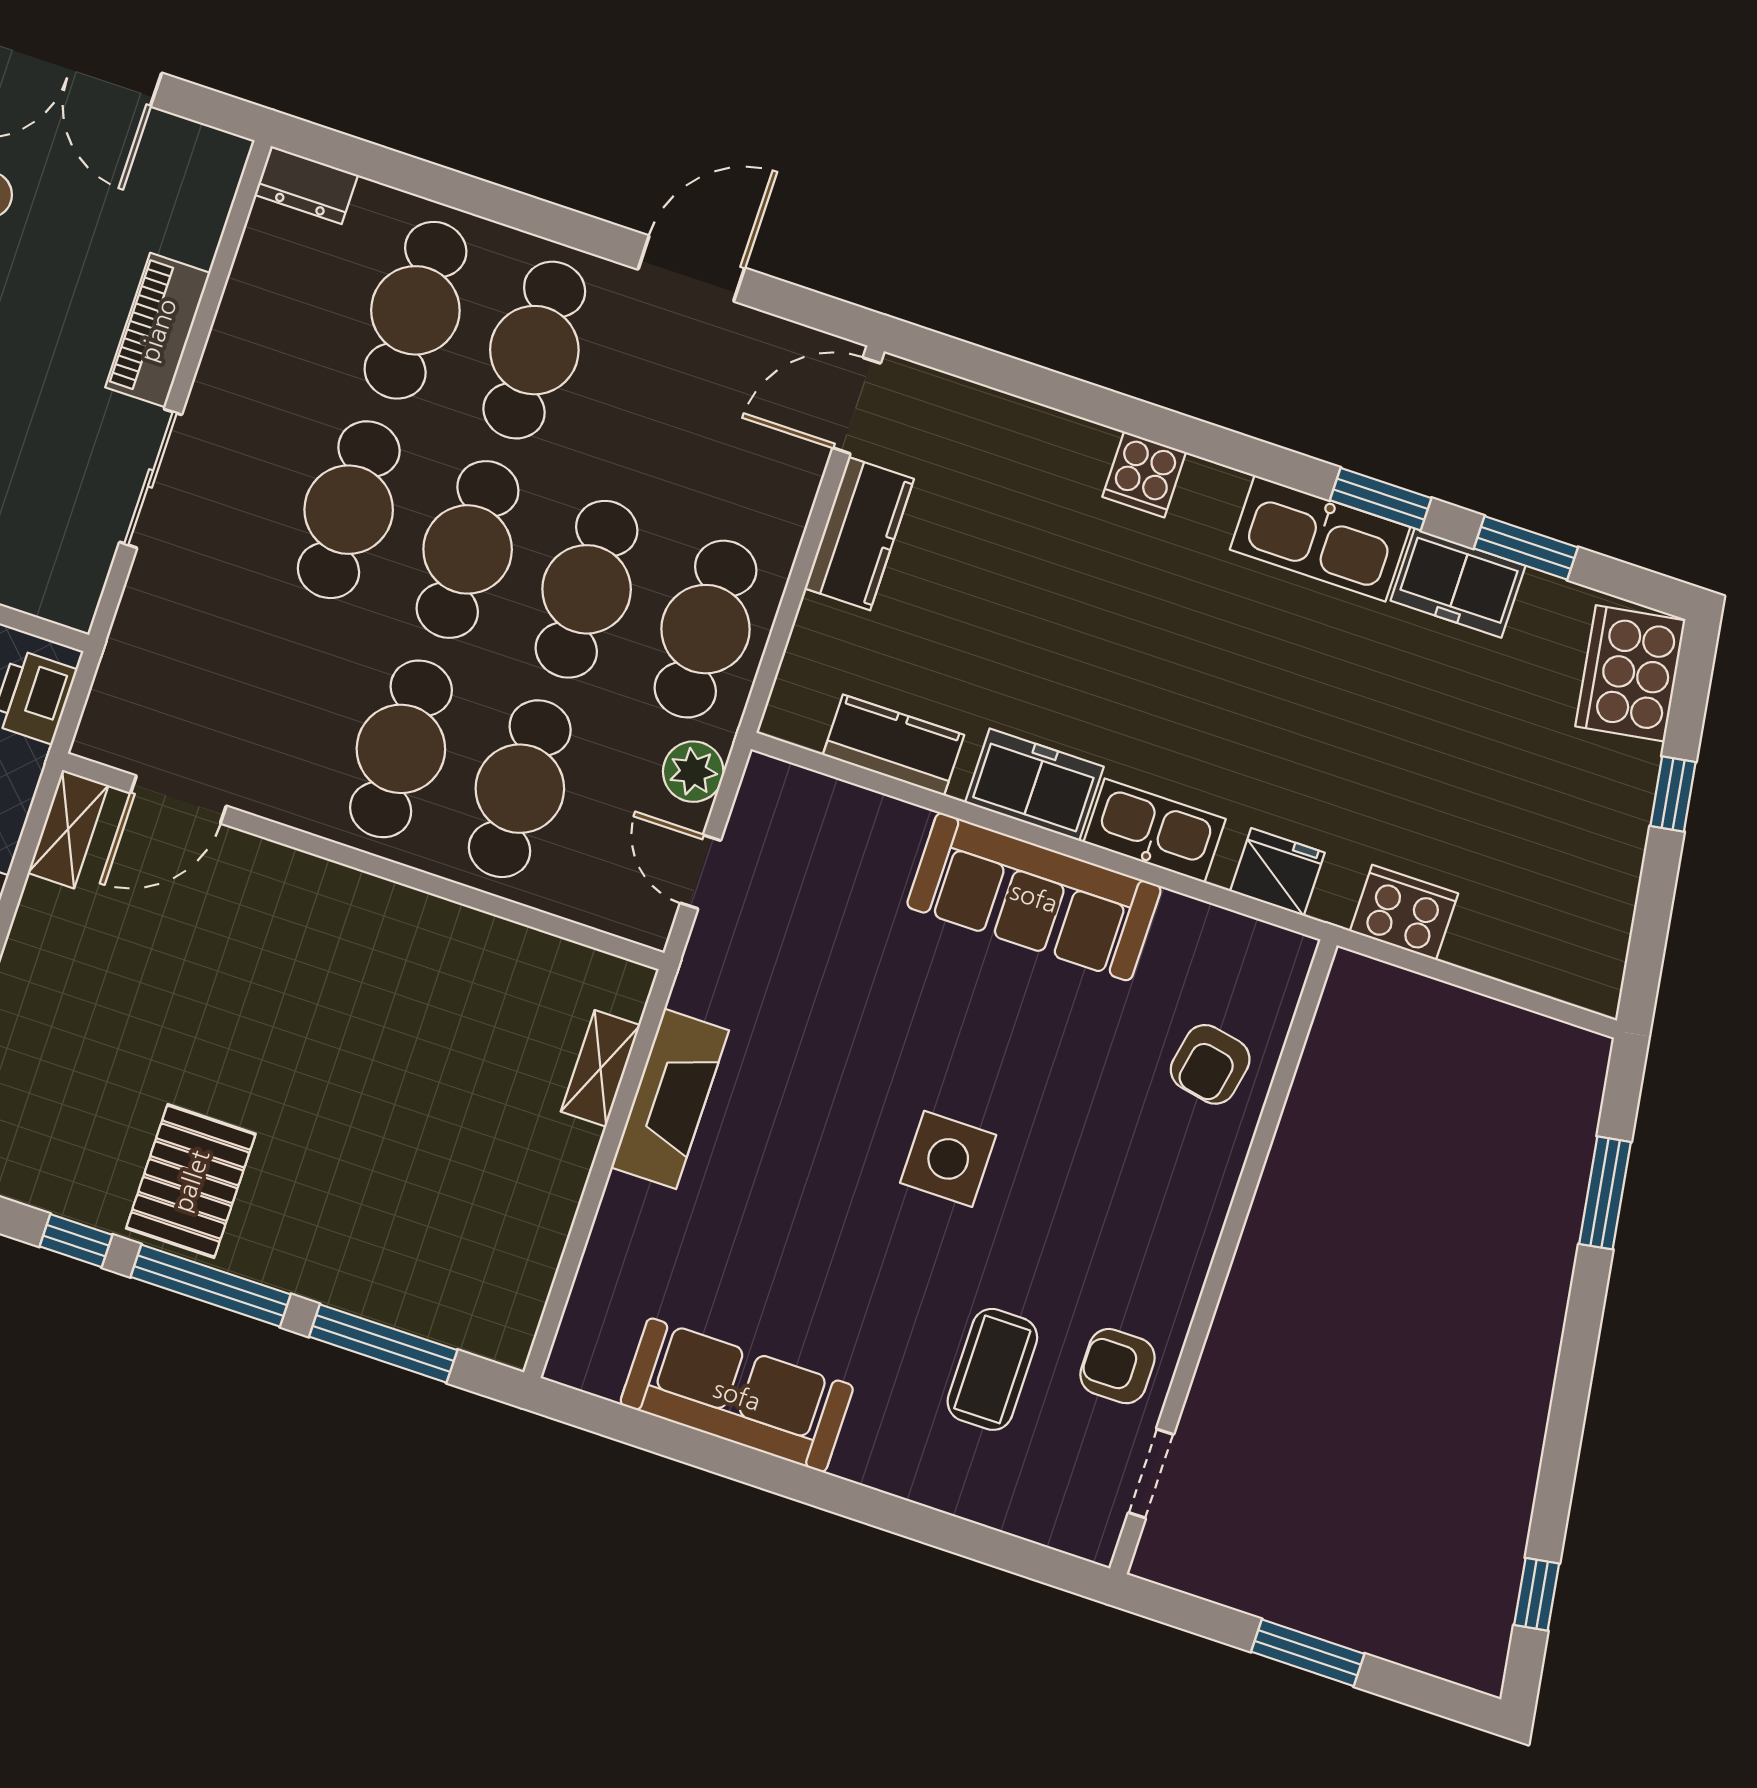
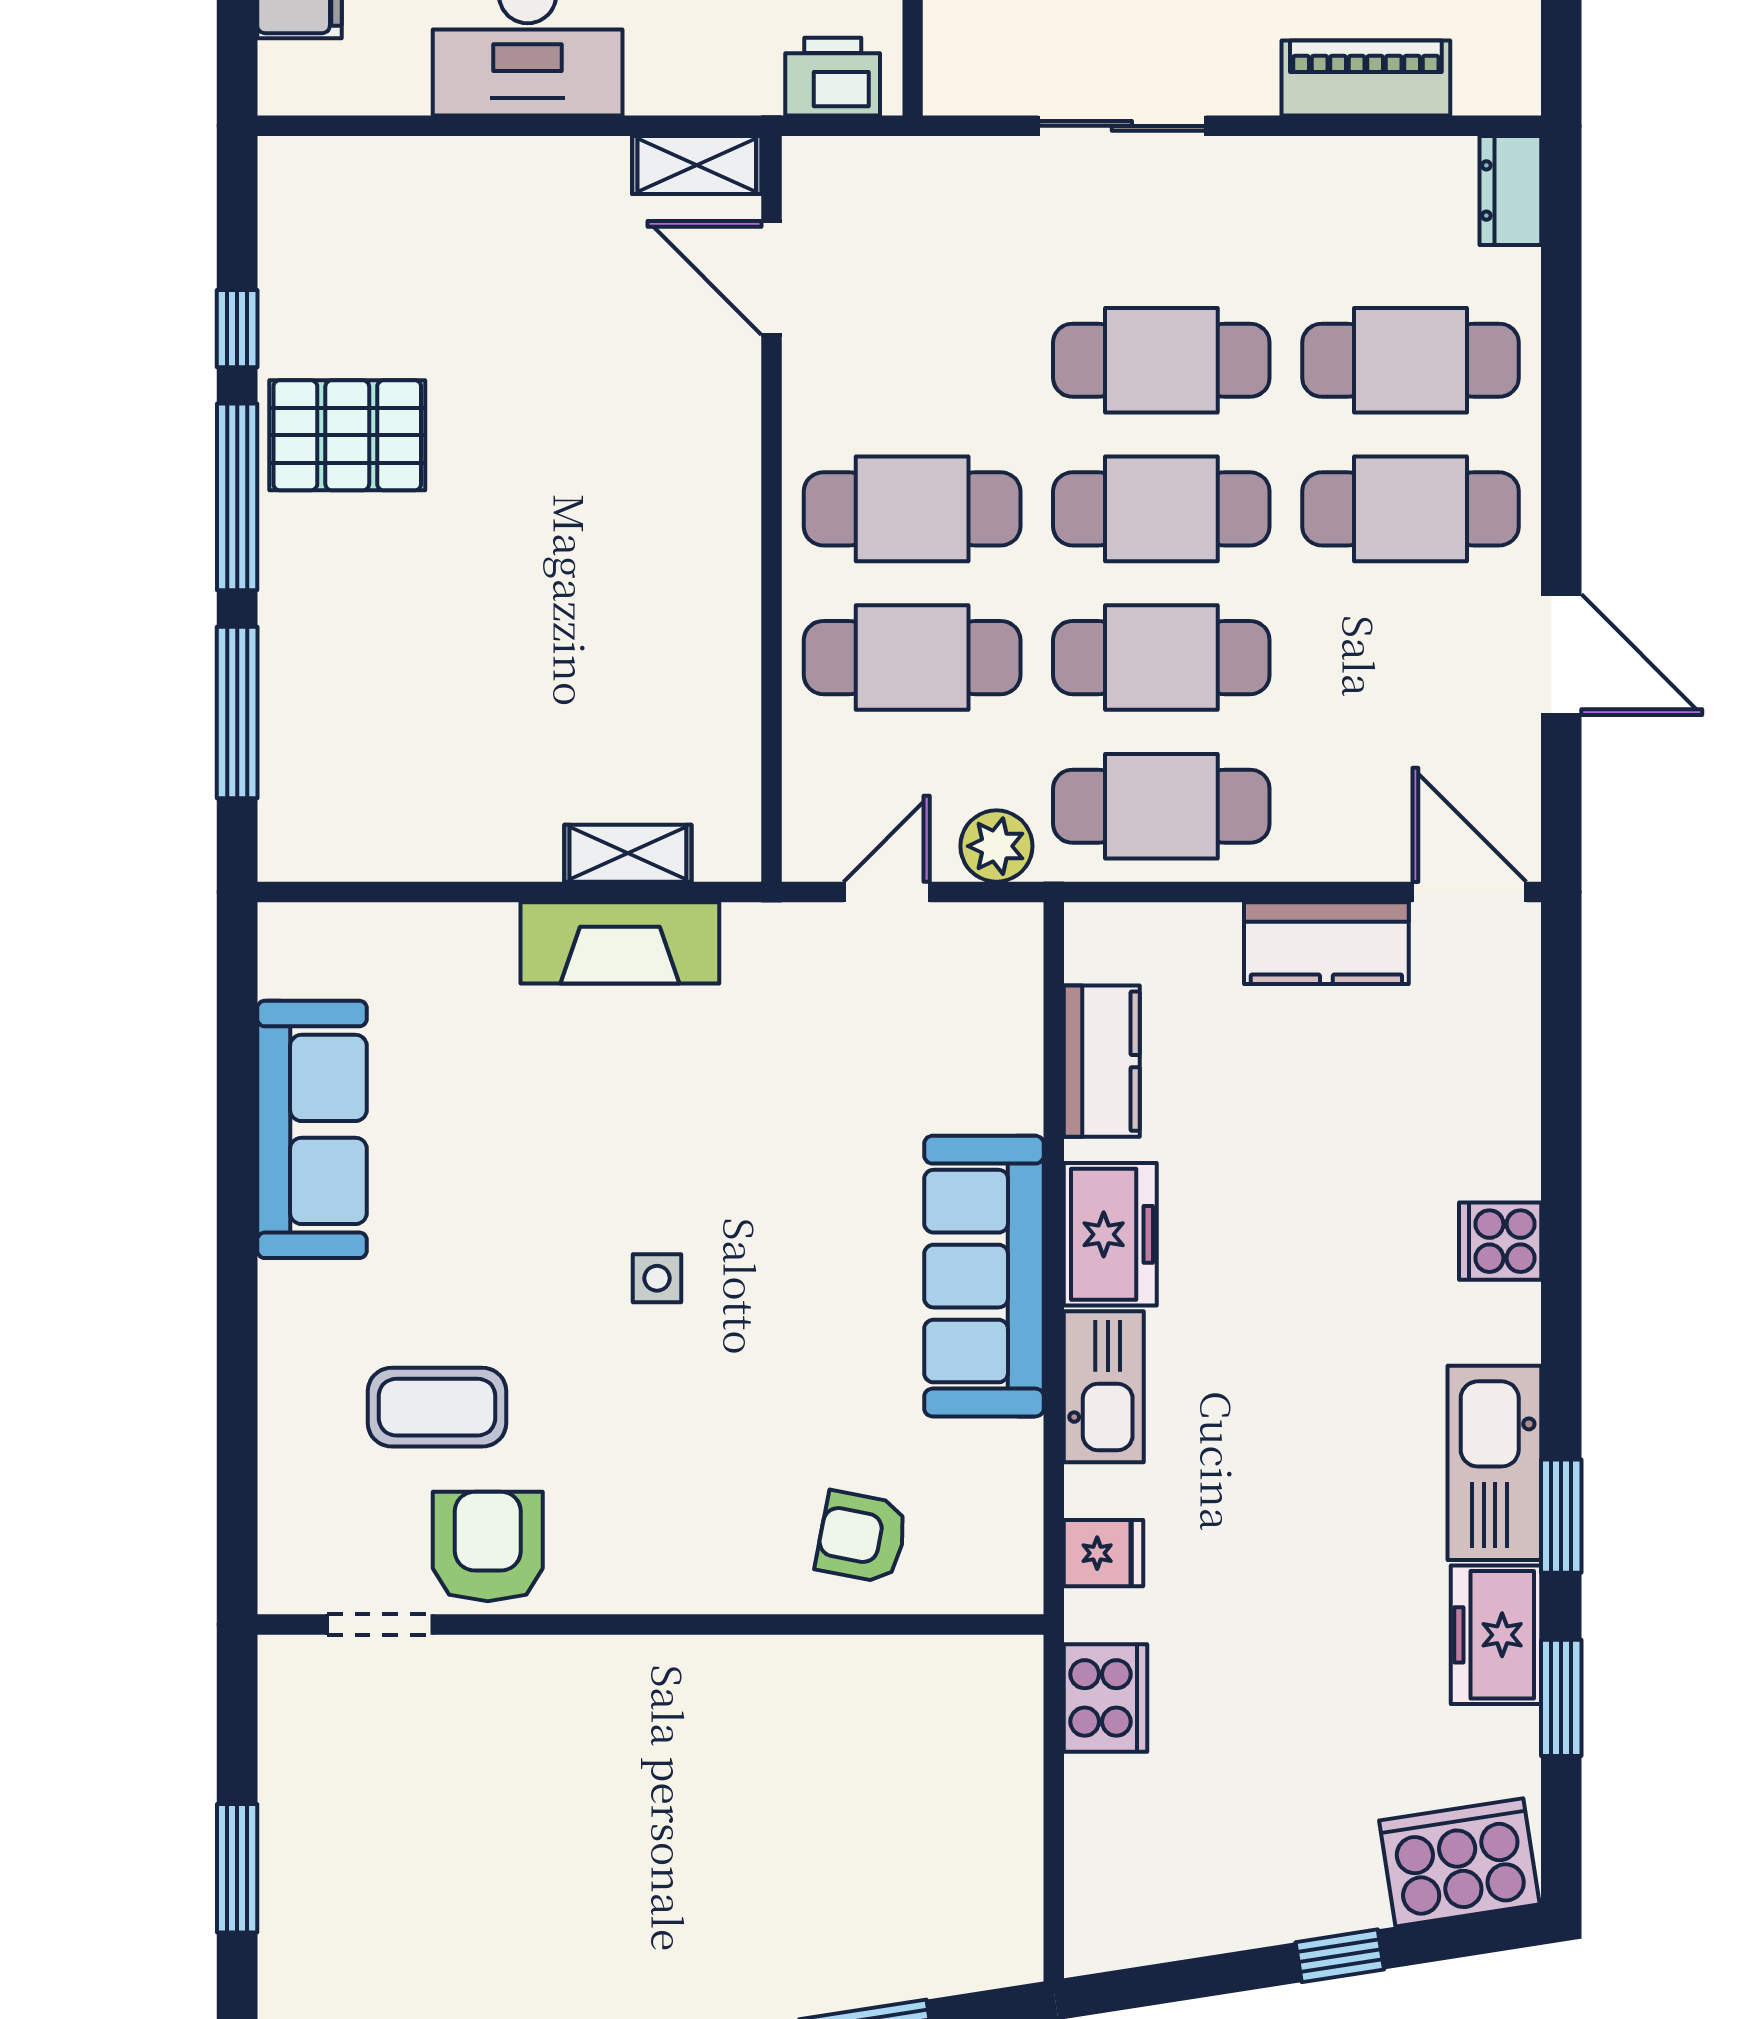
piano: (158, 330) -> (1366, 78), moved
fridge: (1277, 872) -> (1103, 1553), width x0.72
side table: (948, 1159) -> (657, 1278), width x0.54, depth x0.54
armchair: (1117, 1366) -> (488, 1546), width x1.38, depth x1.38

